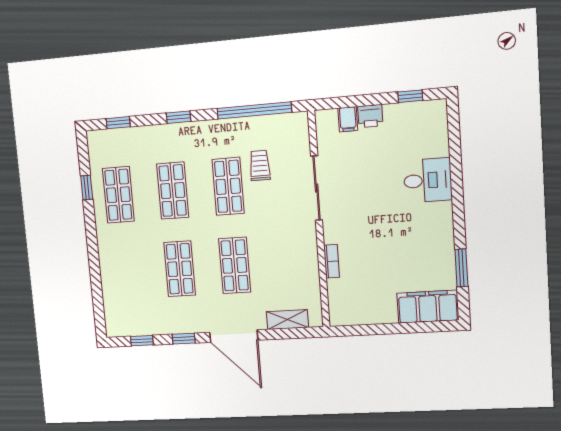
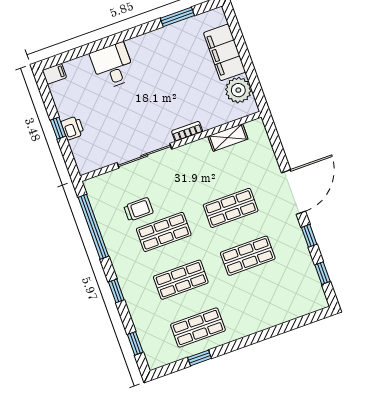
window: (410, 96) -> (58, 128), moved
filing cabinet: (348, 119) -> (54, 74), moved
trolley: (260, 165) -> (138, 209), turned 180
bookcase: (332, 261) -> (187, 131), moved
filing cabinet: (428, 307) -> (224, 52), moved
plant: (360, 311) -> (238, 90), added
shelving: (287, 320) -> (228, 138), moved, turned 90

